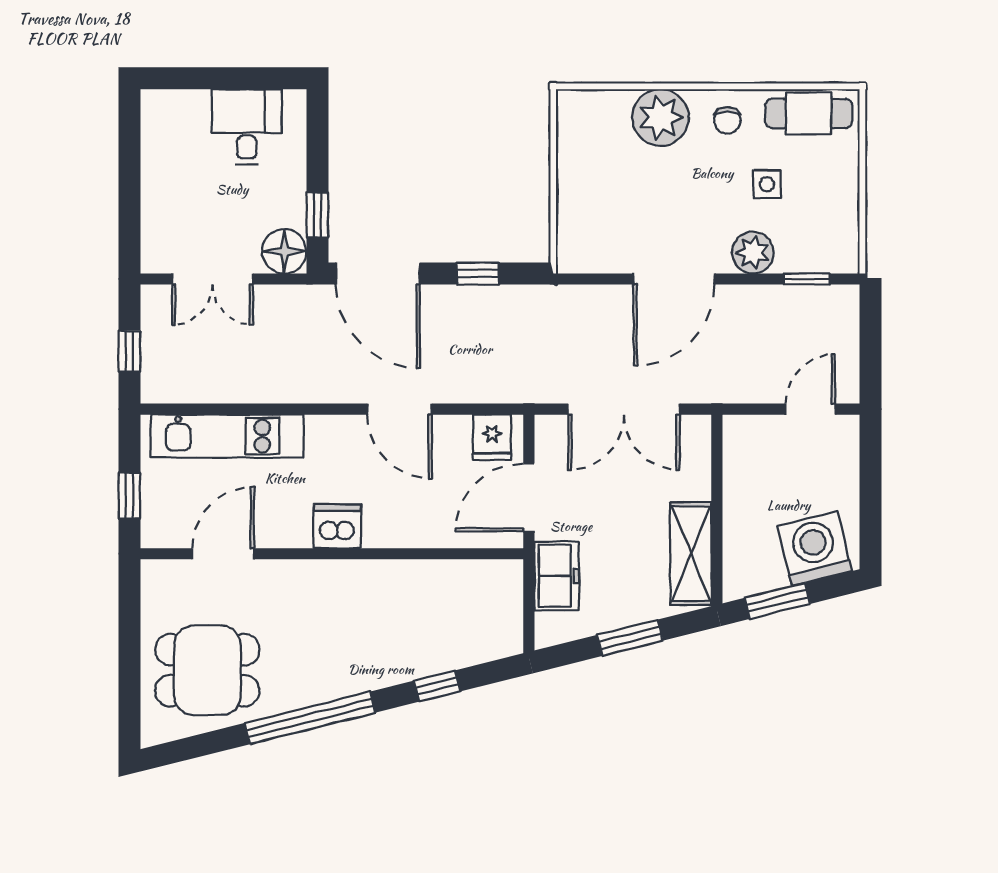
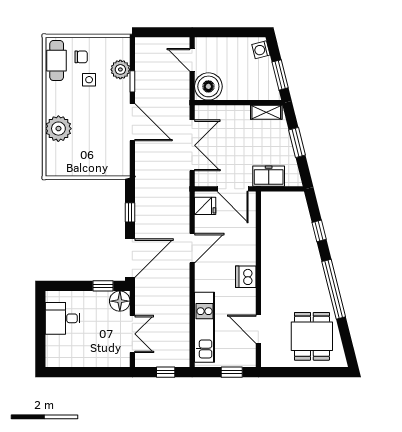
chair: (727, 120) -> (81, 57), moved
plant: (753, 253) -> (120, 69), moved
window: (807, 279) -> (132, 81), moved
boiler: (752, 445) -> (208, 86), added
washing machine: (815, 548) -> (261, 50), width x0.53, depth x0.53
shelving: (691, 554) -> (266, 112), width x0.67, depth x0.75

